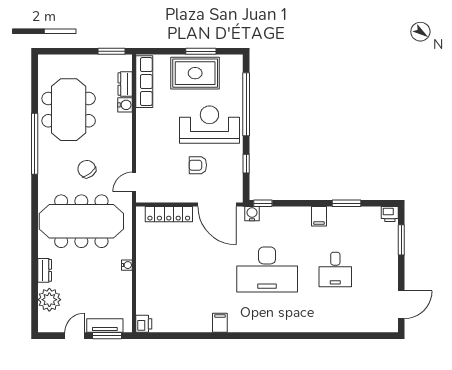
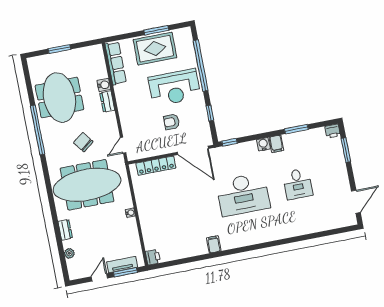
window: (112, 51) -> (59, 49), moved
dresser: (125, 84) -> (107, 102), moved
reception desk: (209, 125) -> (174, 88), turned 180
water cooler: (252, 214) -> (263, 144), moved
plant: (49, 300) -> (69, 253), width x0.53, depth x0.53

